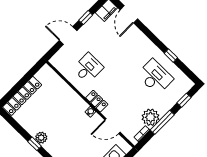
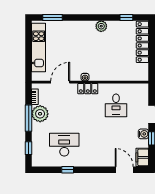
water cooler: (88, 27) -> (143, 134), added
desk: (155, 77) -> (64, 145), turned 180
window: (35, 144) -> (126, 17), moved

